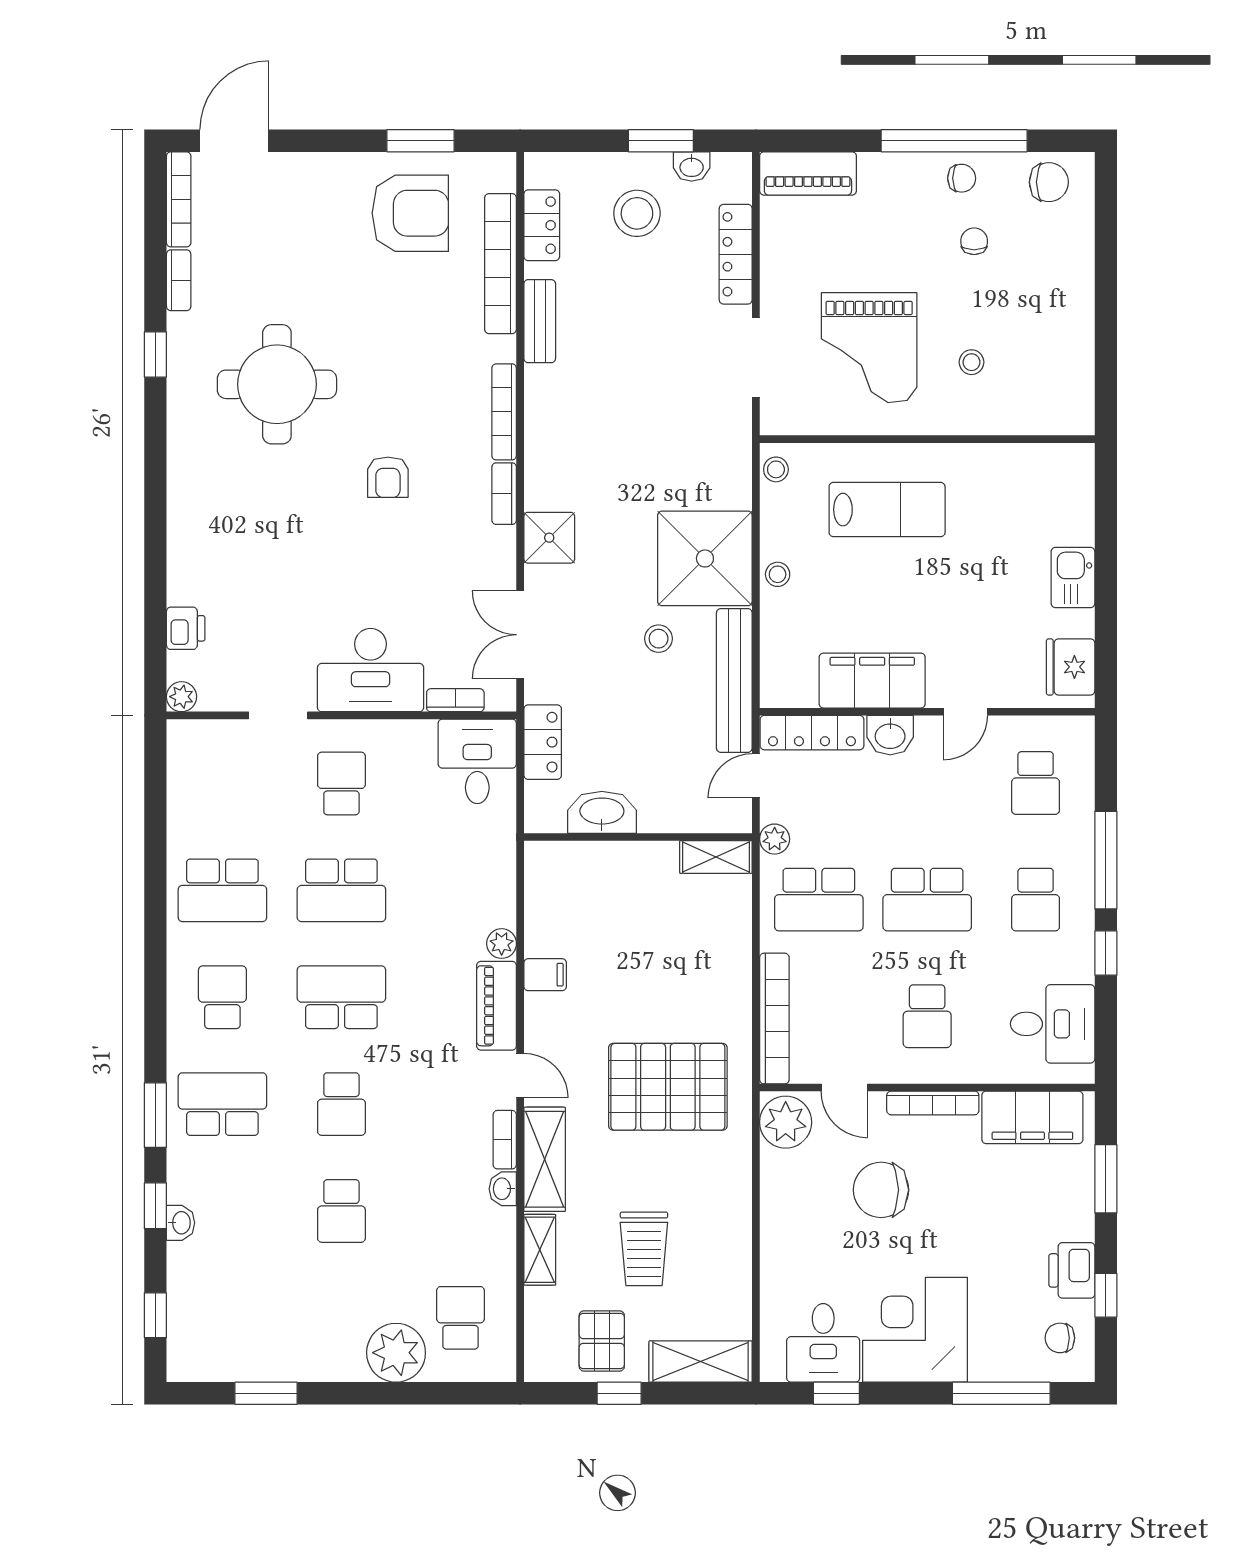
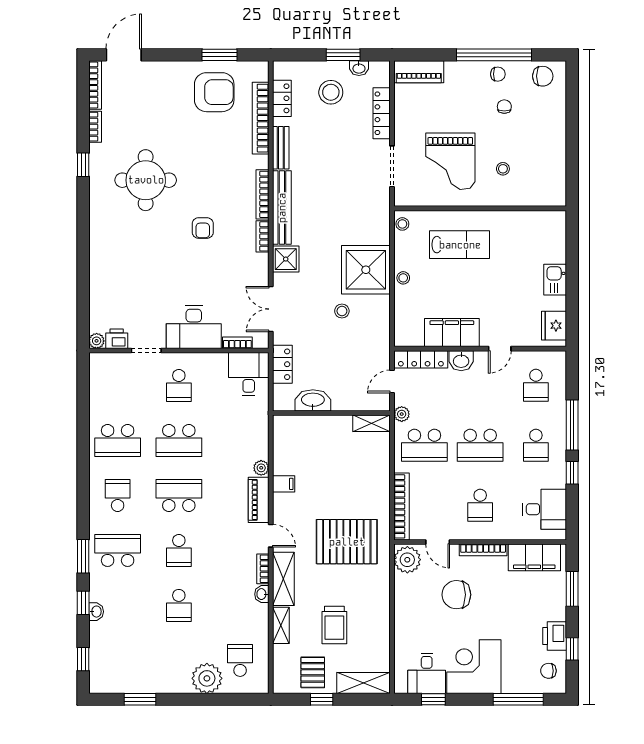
printer: (186, 628) -> (117, 339), moved, turned -90
bench: (734, 680) -> (282, 208), moved
school desk: (341, 783) -> (179, 386), turned 180

